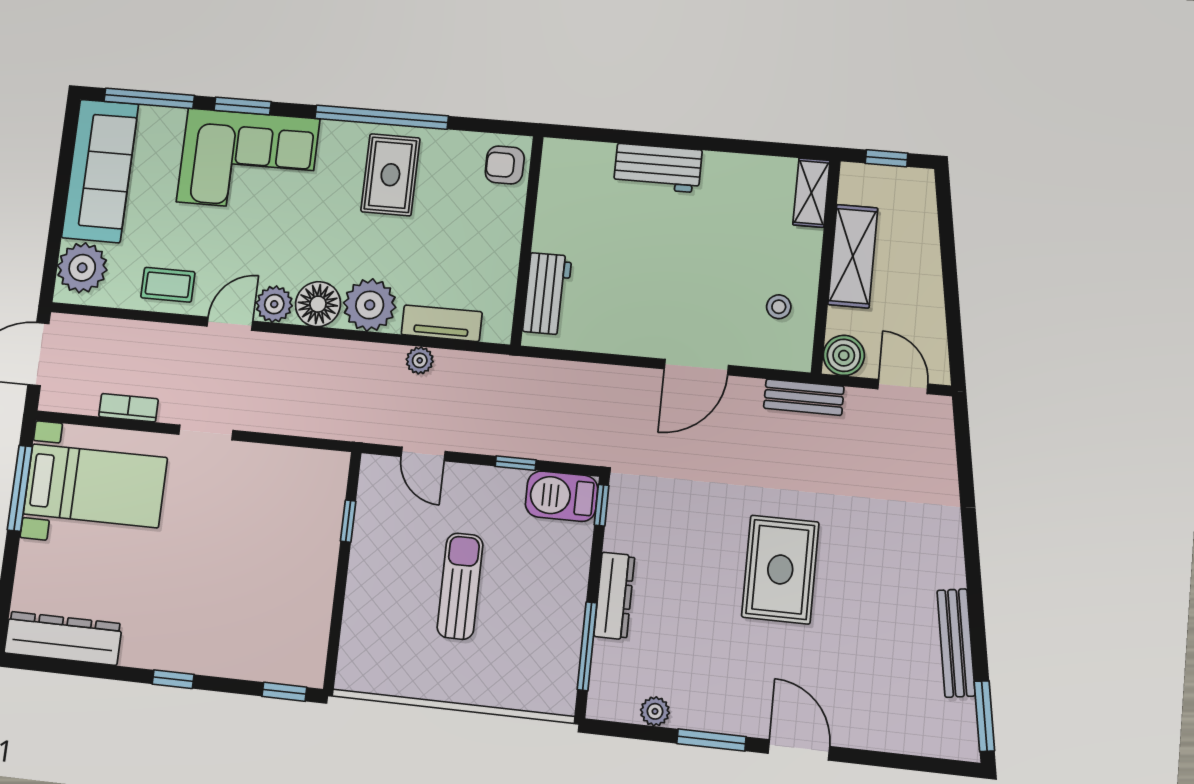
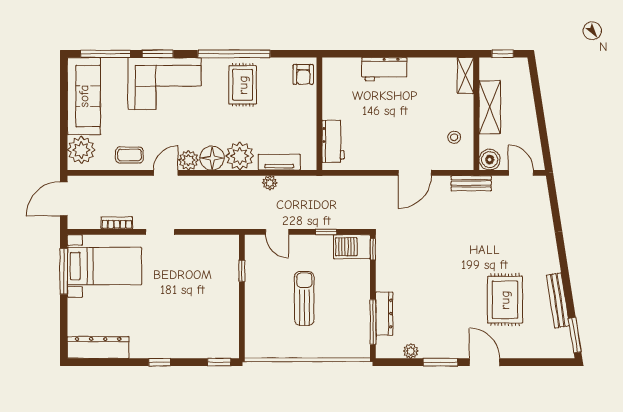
armchair: (505, 165) -> (303, 74), turned -90
rug: (780, 569) -> (505, 300), moved
dresser: (614, 596) -> (384, 314), moved

